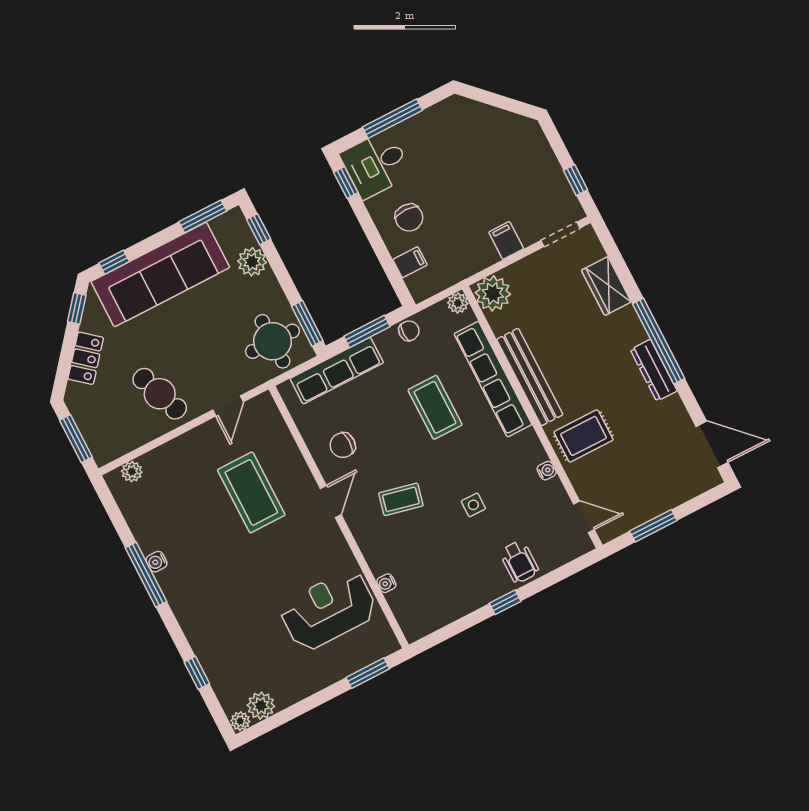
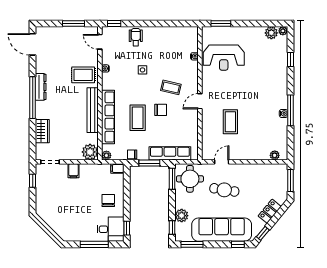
filing cabinet: (410, 262) -> (117, 168), moved
cafe table: (160, 394) -> (224, 190), moved, turned -61
chair: (343, 445) -> (161, 110), moved
coffee table: (251, 492) -> (230, 122), width x0.73, depth x0.76
window: (505, 602) -> (114, 24), moved

